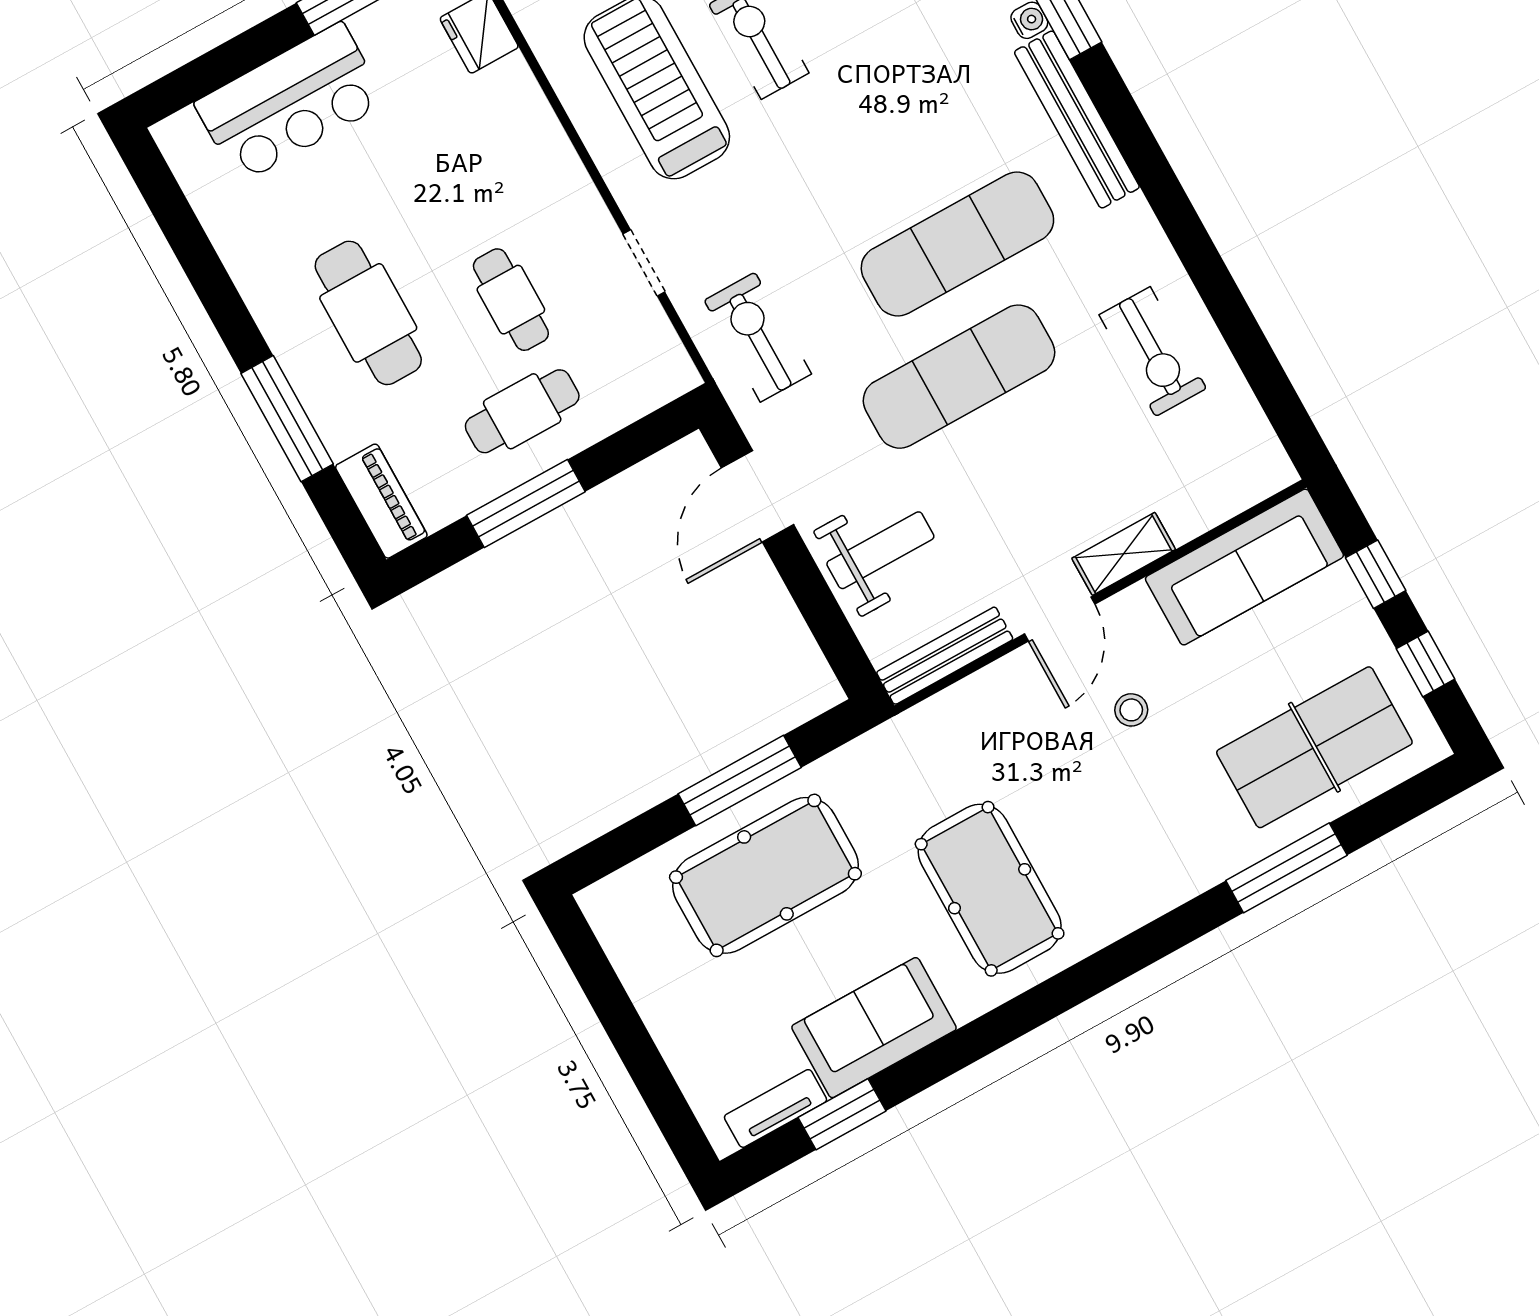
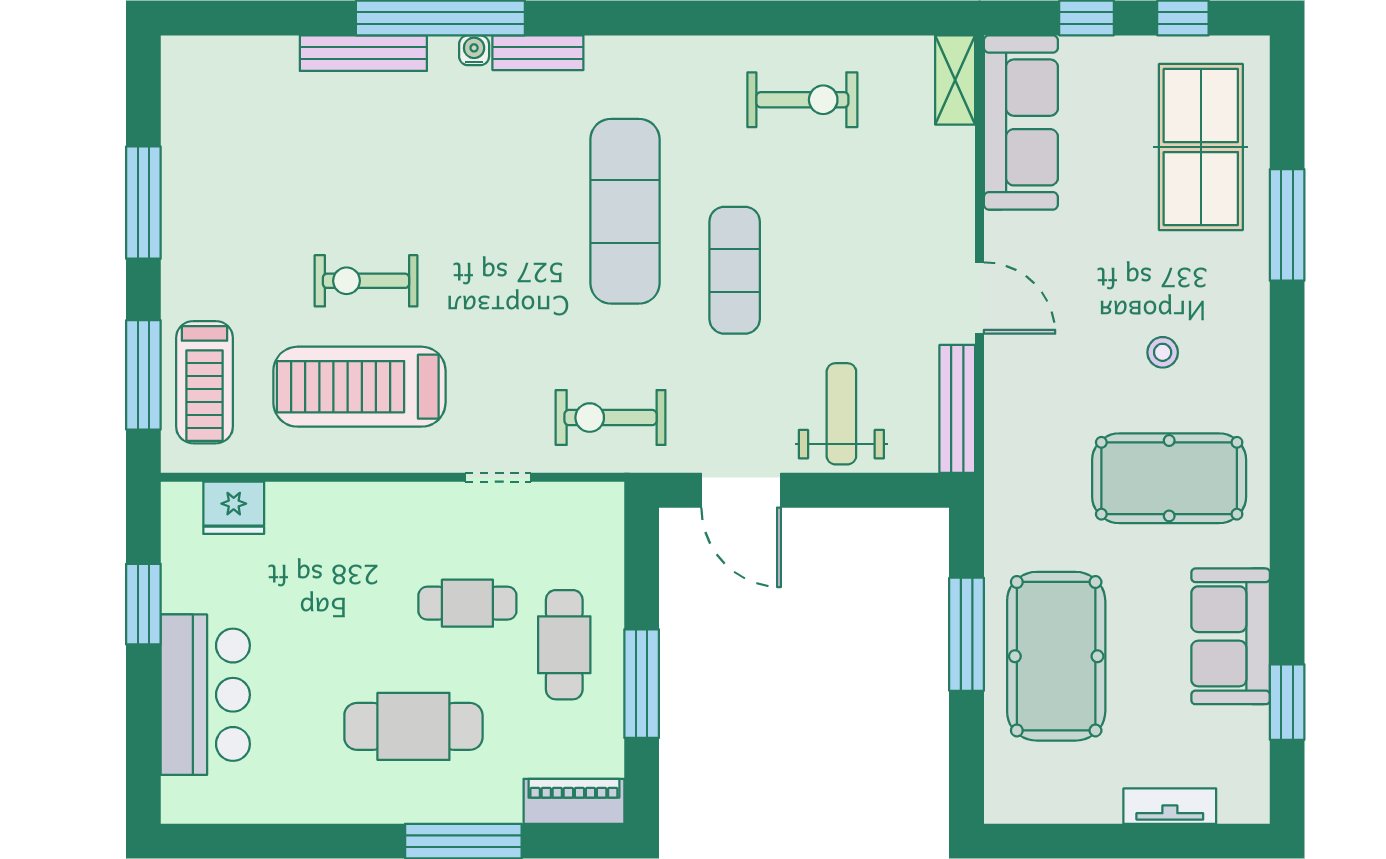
bench: (1077, 120) -> (538, 53), width x0.54, depth x0.82
exercise mat: (959, 377) -> (735, 270), width x0.73, depth x0.69
shelving: (1124, 554) -> (955, 80), moved
stool: (1131, 710) -> (1163, 352), moved
tv unit: (776, 1108) -> (1170, 806), moved, turned 90

